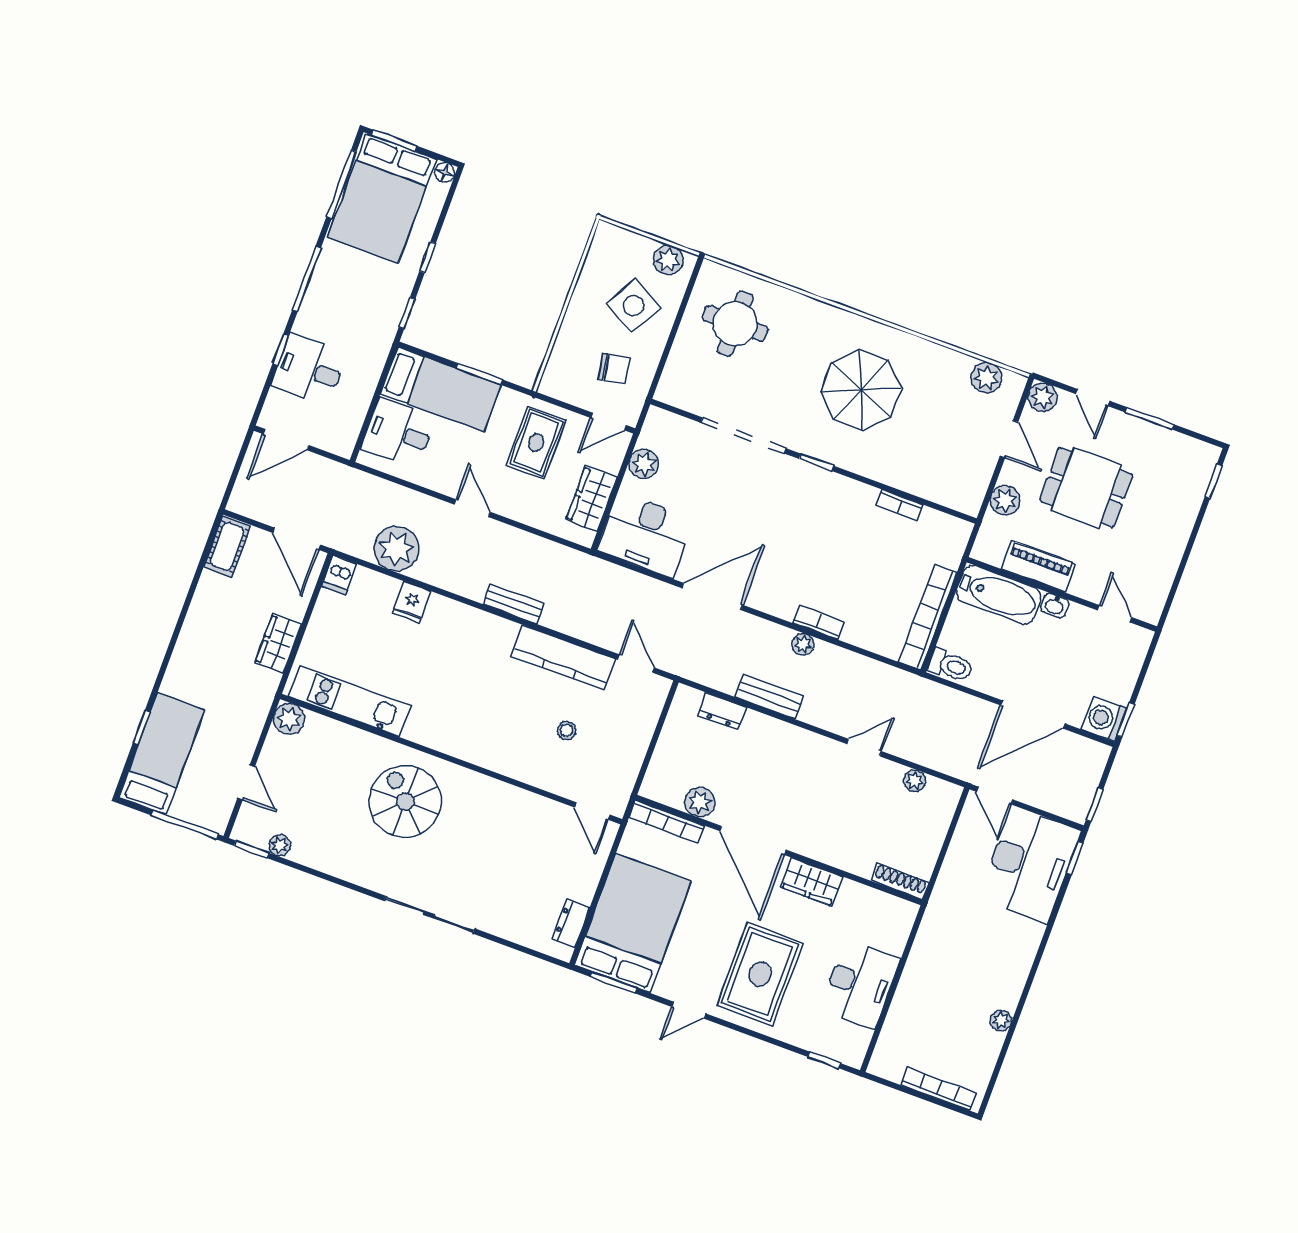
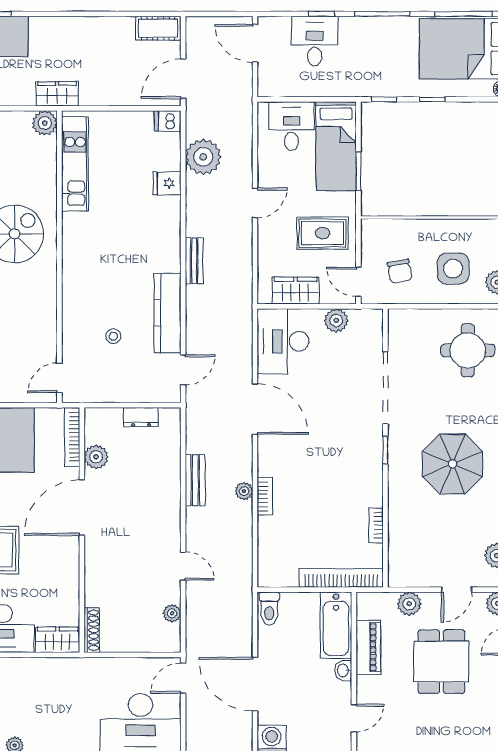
side table: (634, 306) -> (453, 269), turned -30
bookcase: (928, 617) -> (341, 578), moved
wardrobe: (278, 643) -> (57, 94), moved
dresser: (722, 711) -> (141, 417), moved, turned -90
wardrobe: (812, 882) -> (58, 640), moved, turned 90

